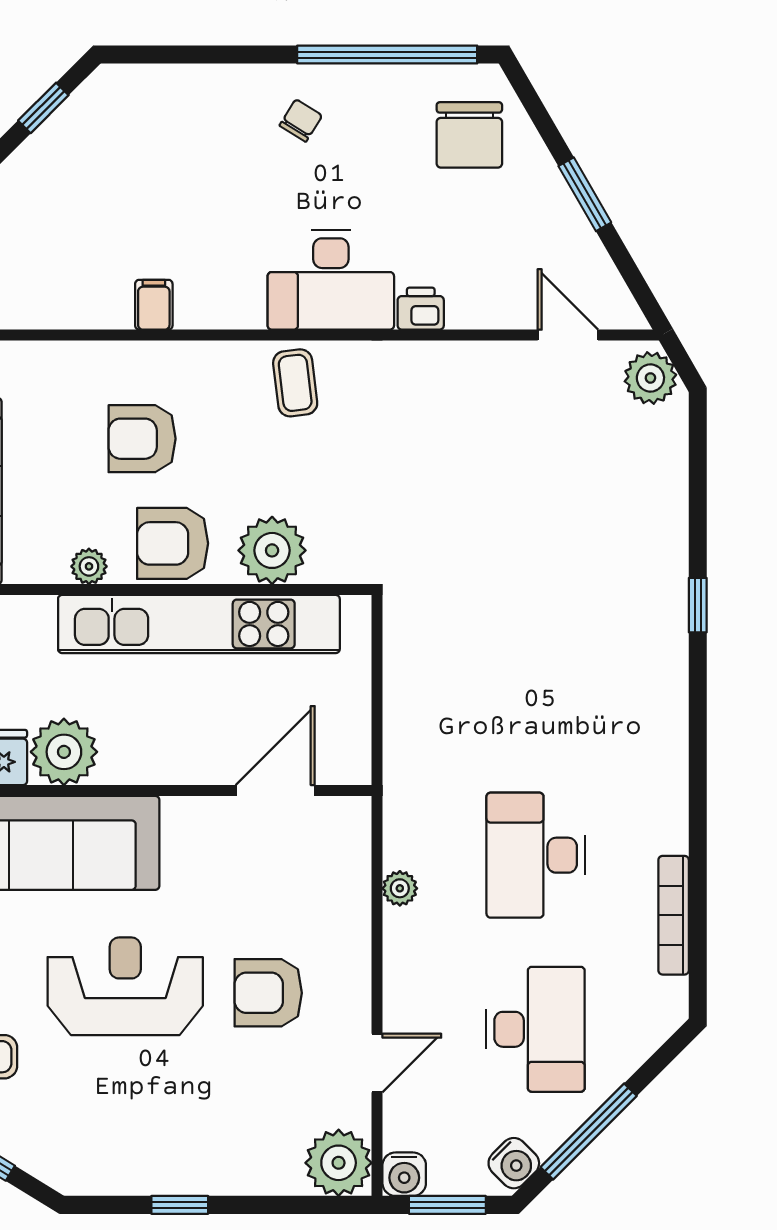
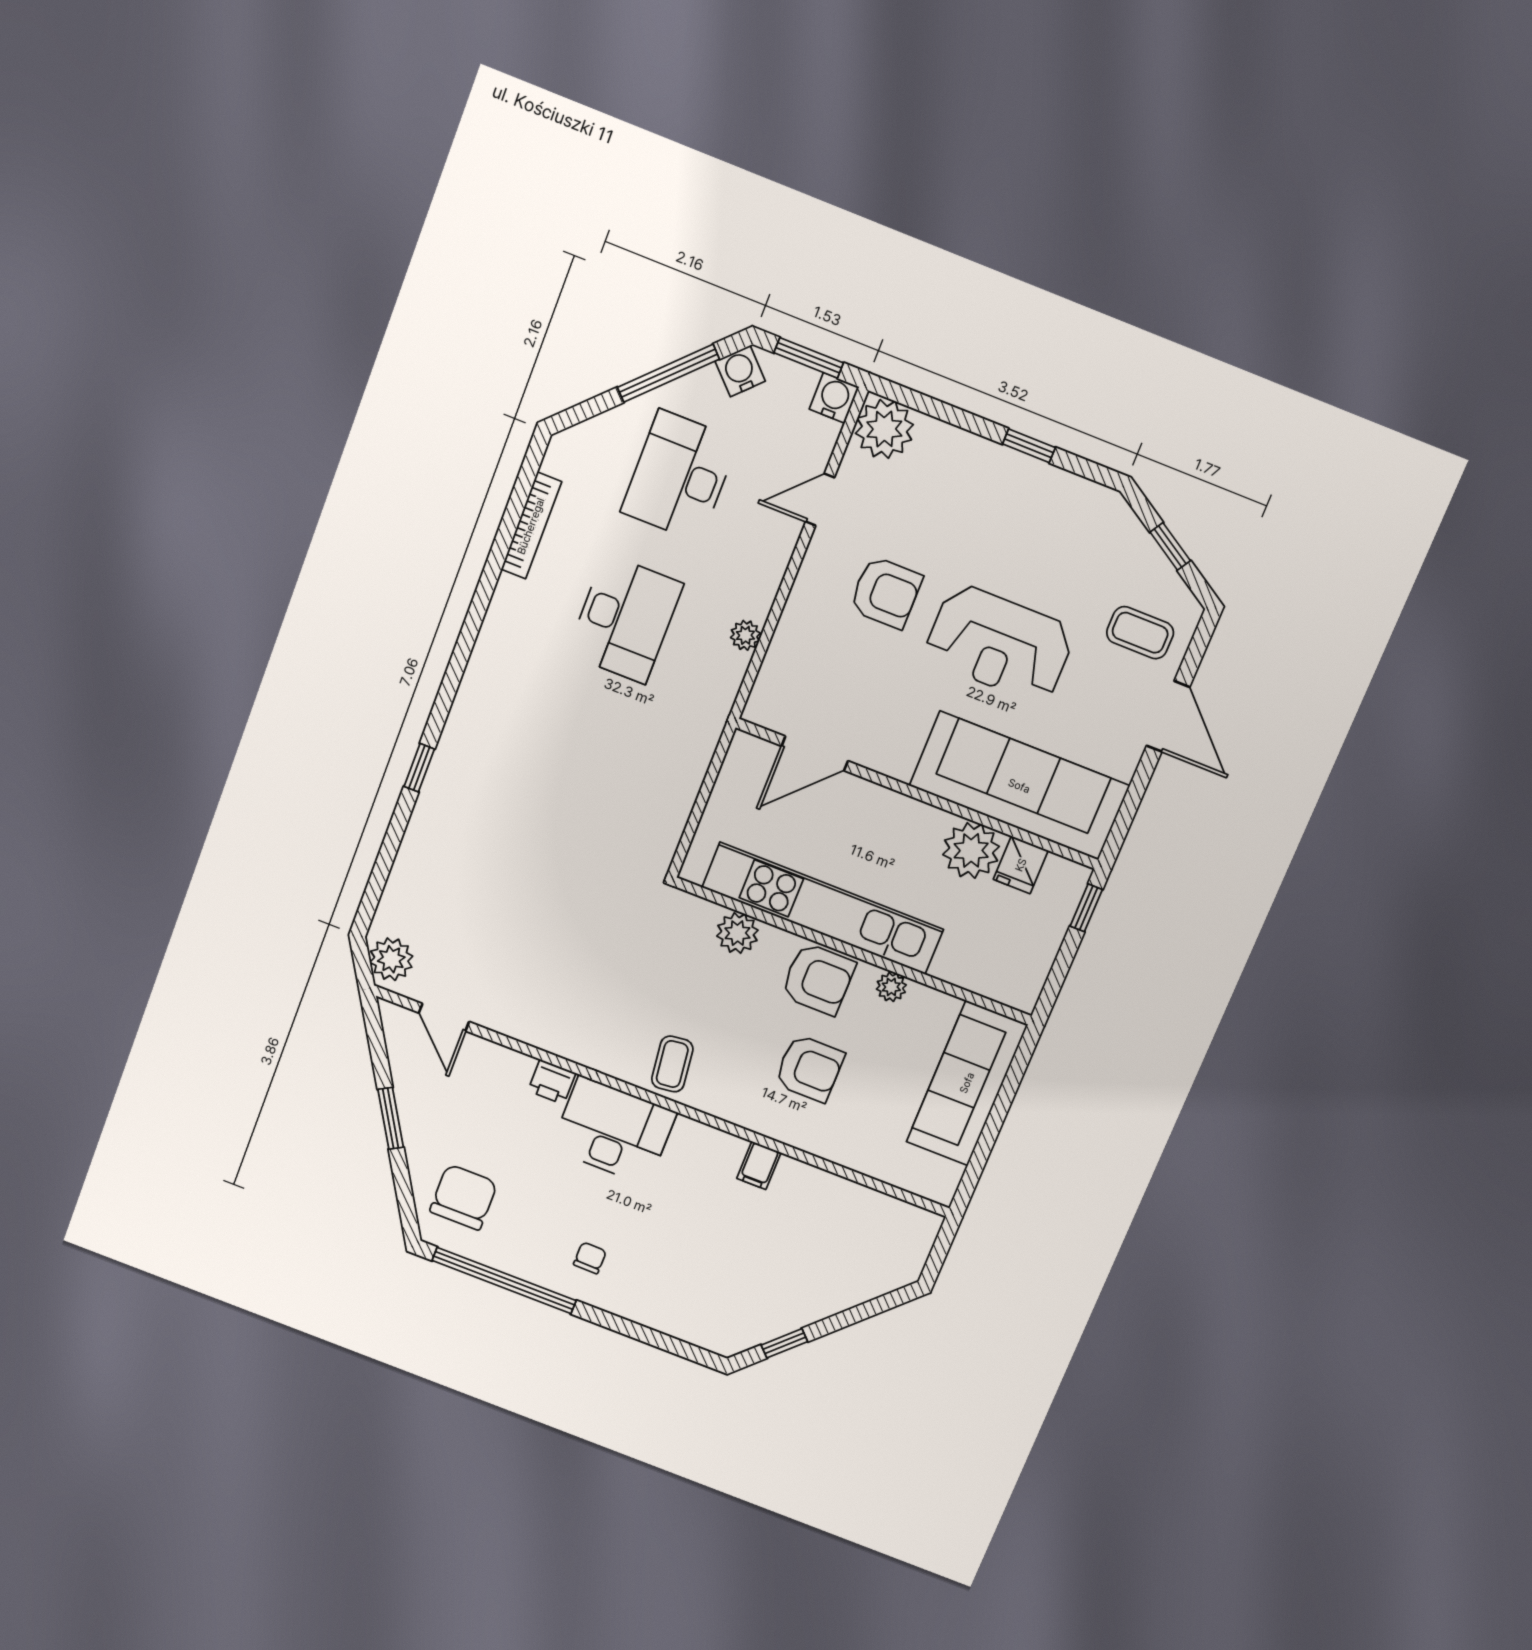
chair: (301, 121) -> (590, 1258), turned 149
plant: (272, 550) -> (737, 933), width x0.73, depth x0.73

